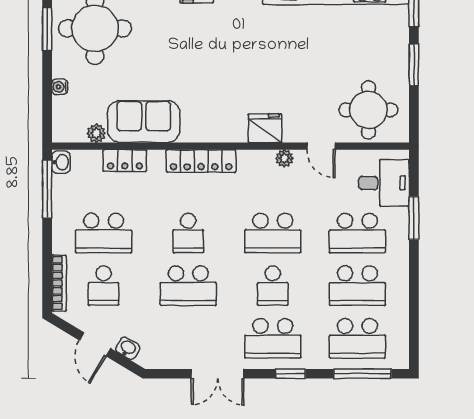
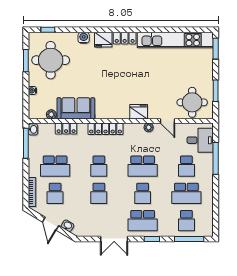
window: (414, 65) -> (216, 91), moved
window: (414, 218) -> (216, 158), width x1.44
school desk: (357, 233) -> (186, 166), width x0.54
school desk: (188, 286) -> (99, 193), width x0.54
school desk: (357, 338) -> (186, 221), width x0.54

